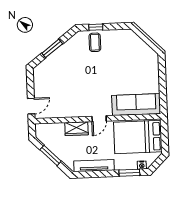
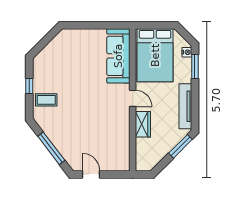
window: (96, 27) -> (29, 86), moved
window: (52, 48) -> (51, 148), width x1.44
door: (31, 106) -> (91, 175), moved
window: (51, 155) -> (180, 146), moved

